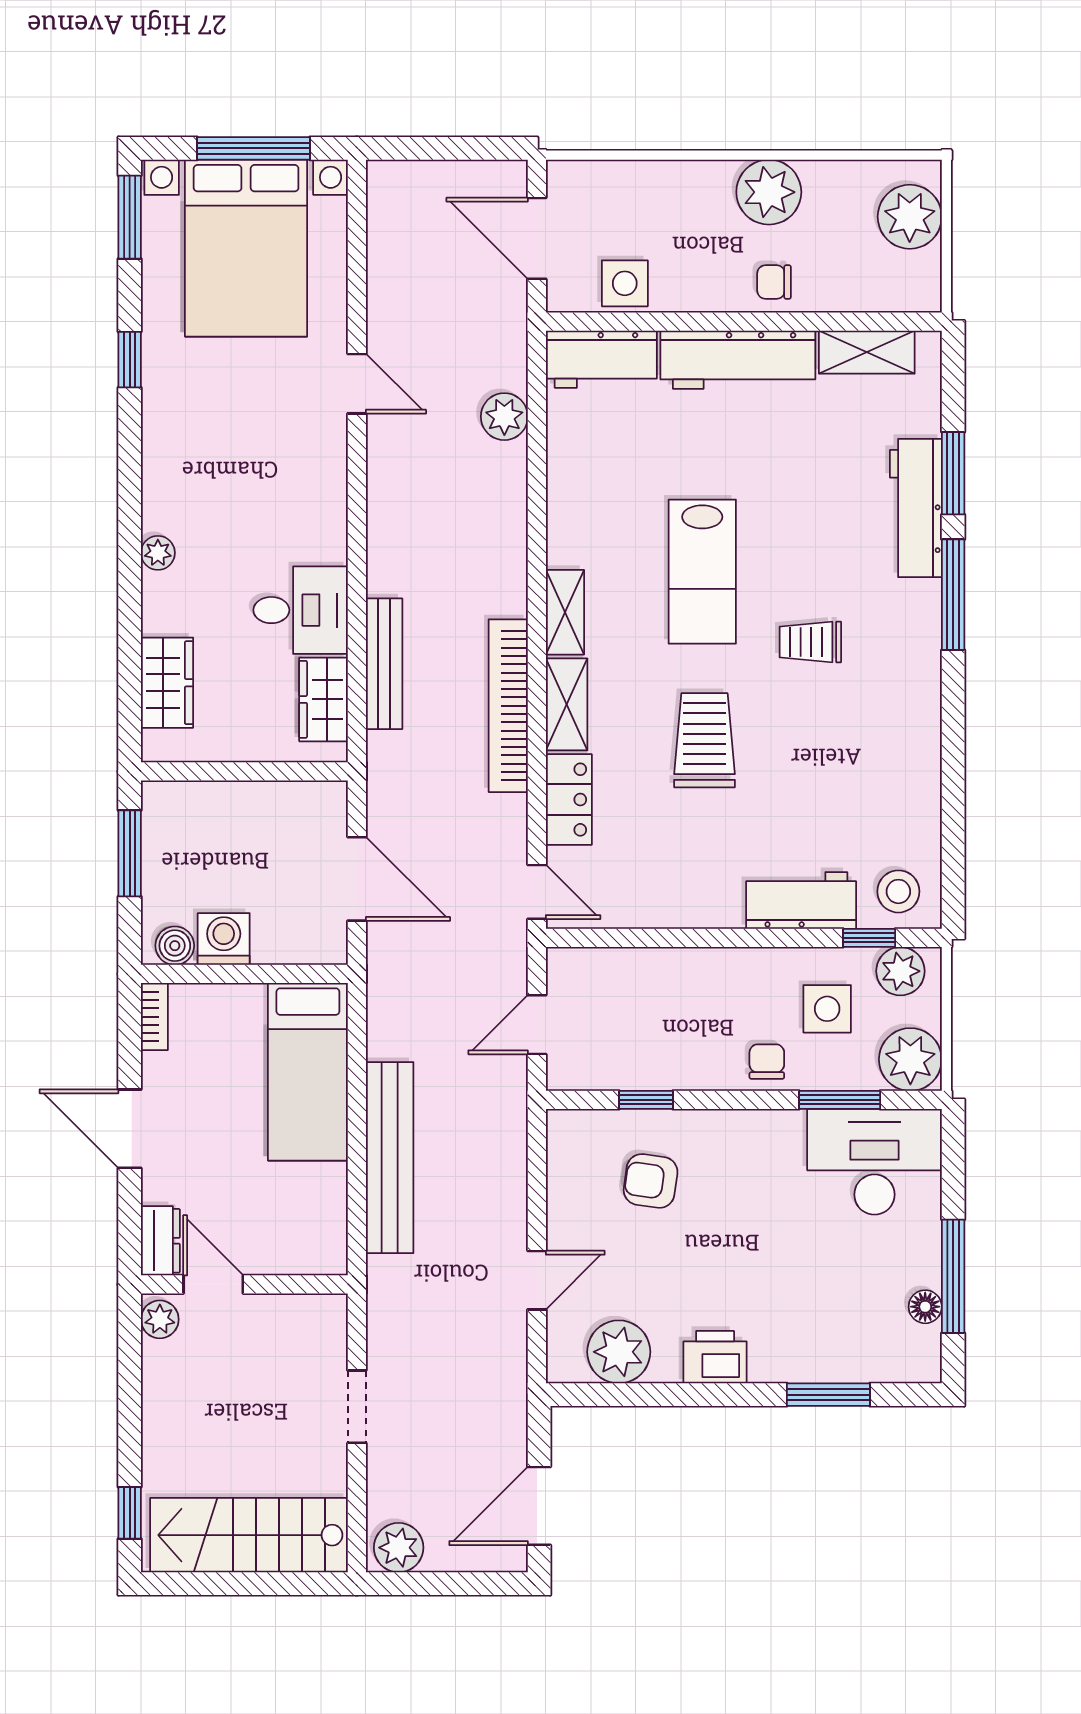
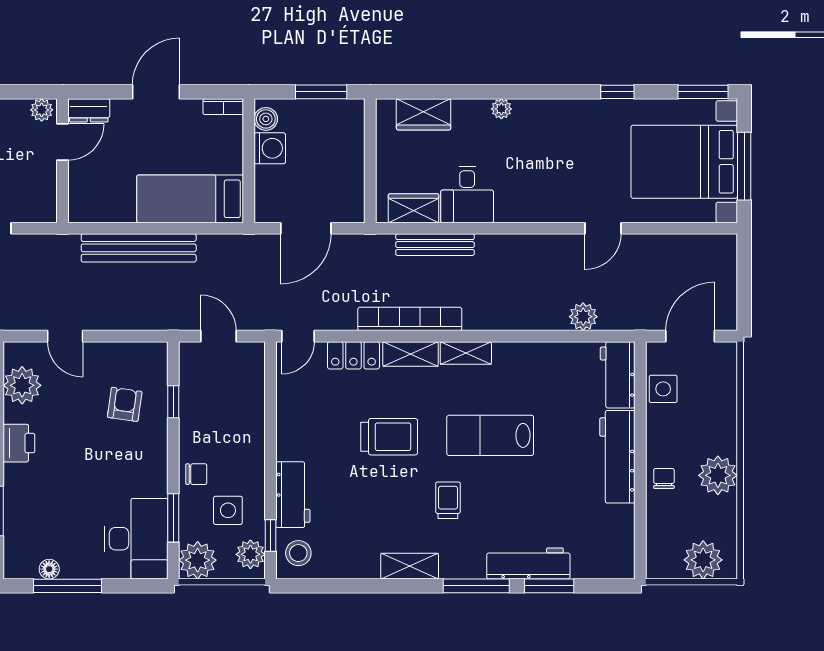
shelving: (867, 352) -> (410, 566), moved, turned 90

